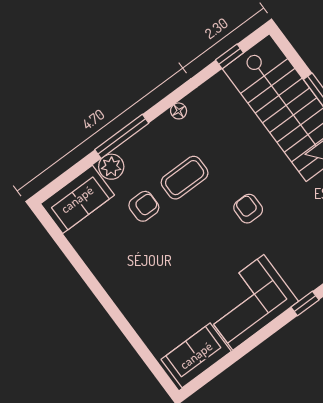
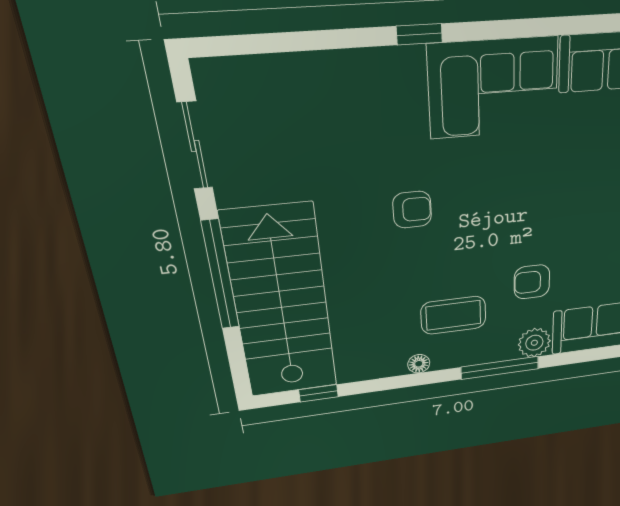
coffee table: (185, 178) -> (453, 315), moved
armchair: (248, 209) -> (412, 210), turned -90

